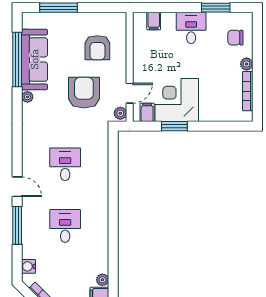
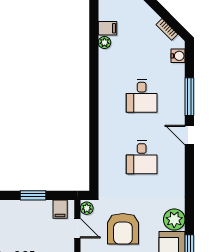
door: (130, 93) -> (77, 228), swing flipped
plant: (27, 97) -> (174, 220), width x1.88, depth x1.88
corner desk: (177, 100) -> (30, 221), removed

